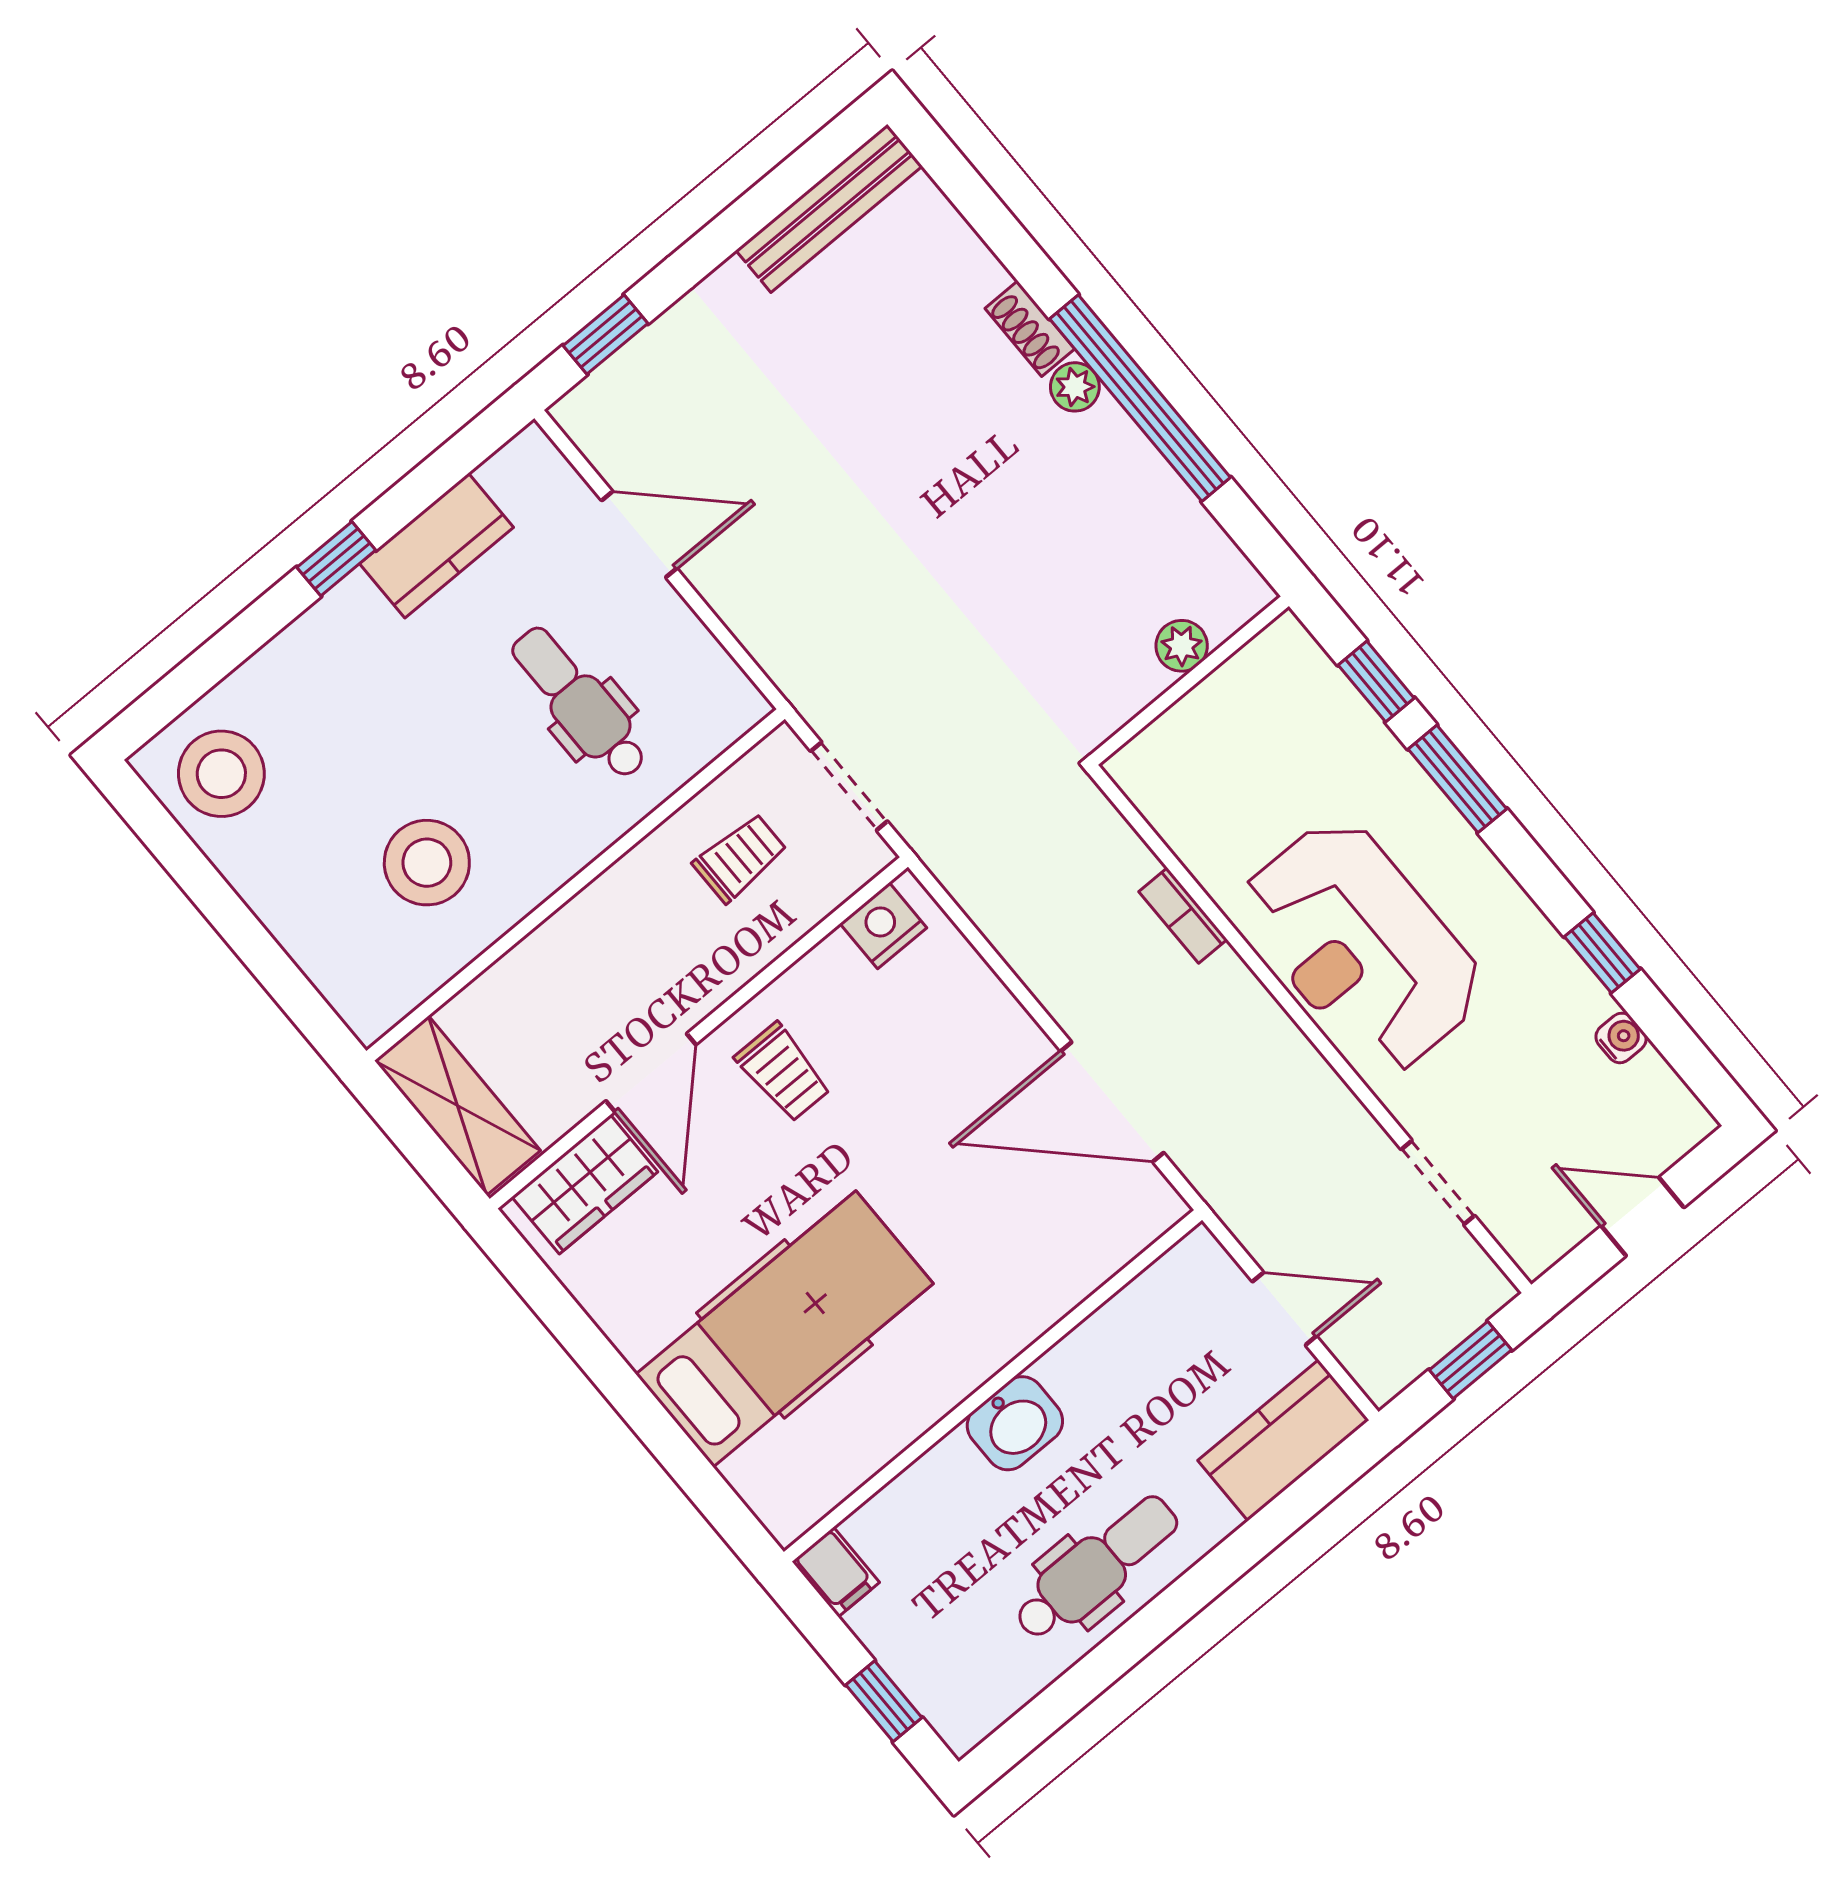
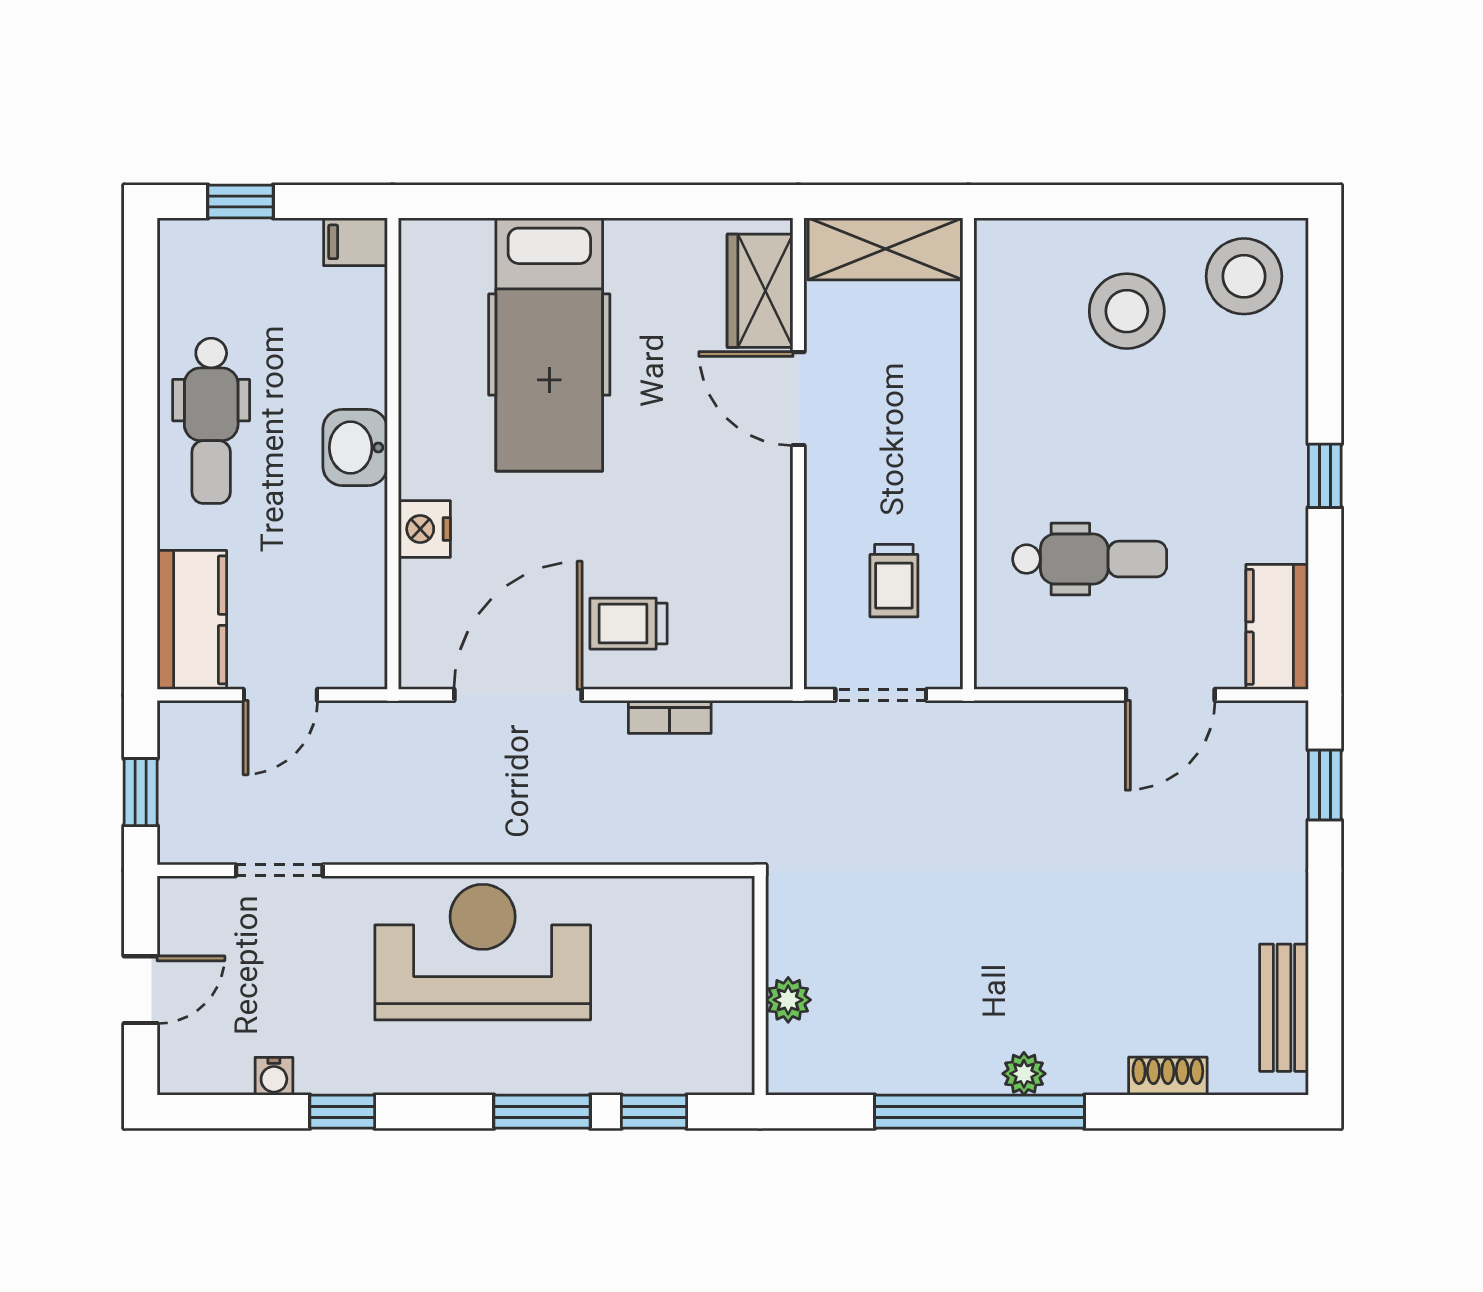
bench: (829, 209) -> (1284, 1008), width x0.73
shoe rack: (1030, 329) -> (1168, 1076), moved
kitchen counter: (437, 546) -> (1277, 627), moved
stool: (427, 863) -> (1127, 311), moved
bookcase: (1183, 915) -> (670, 717), moved, turned 180
nightstand: (883, 926) -> (424, 529), moved, turned 180
trolley: (783, 1072) -> (628, 624), moved

